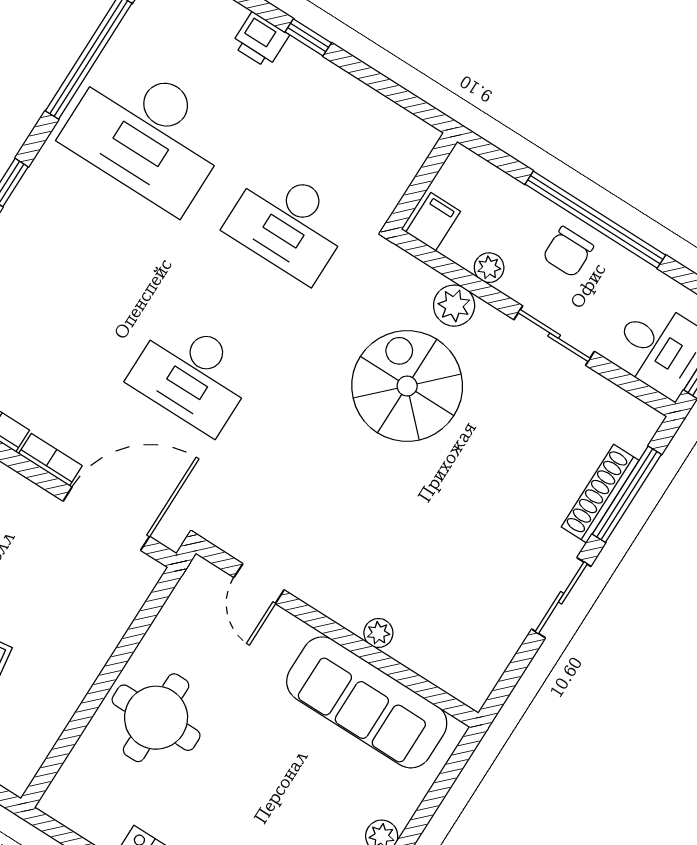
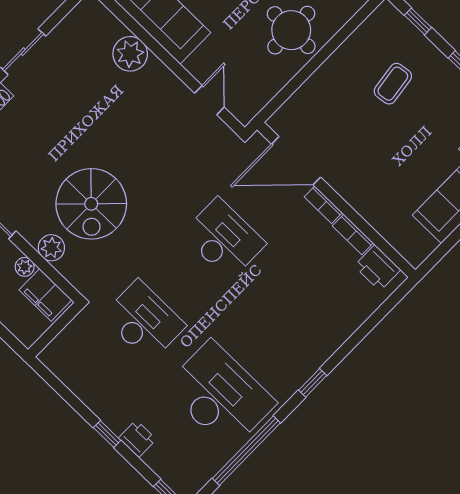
filing cabinet: (433, 222) -> (45, 295), width x2.00
plant: (378, 633) -> (130, 54), width x1.88, depth x1.88

